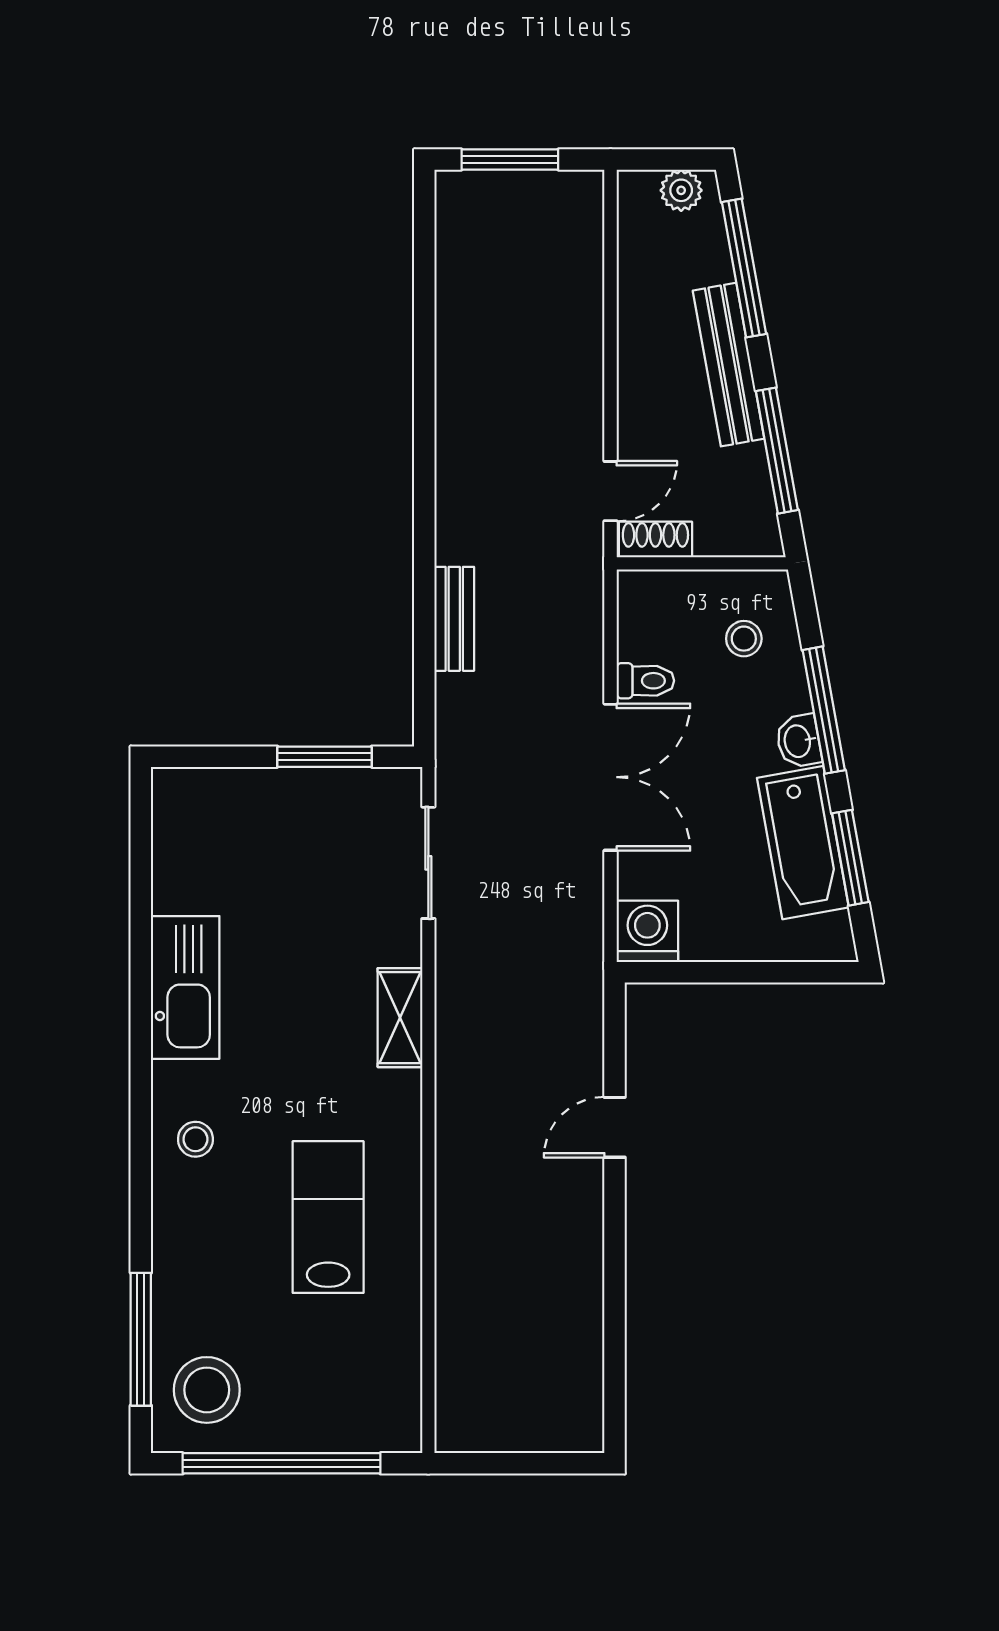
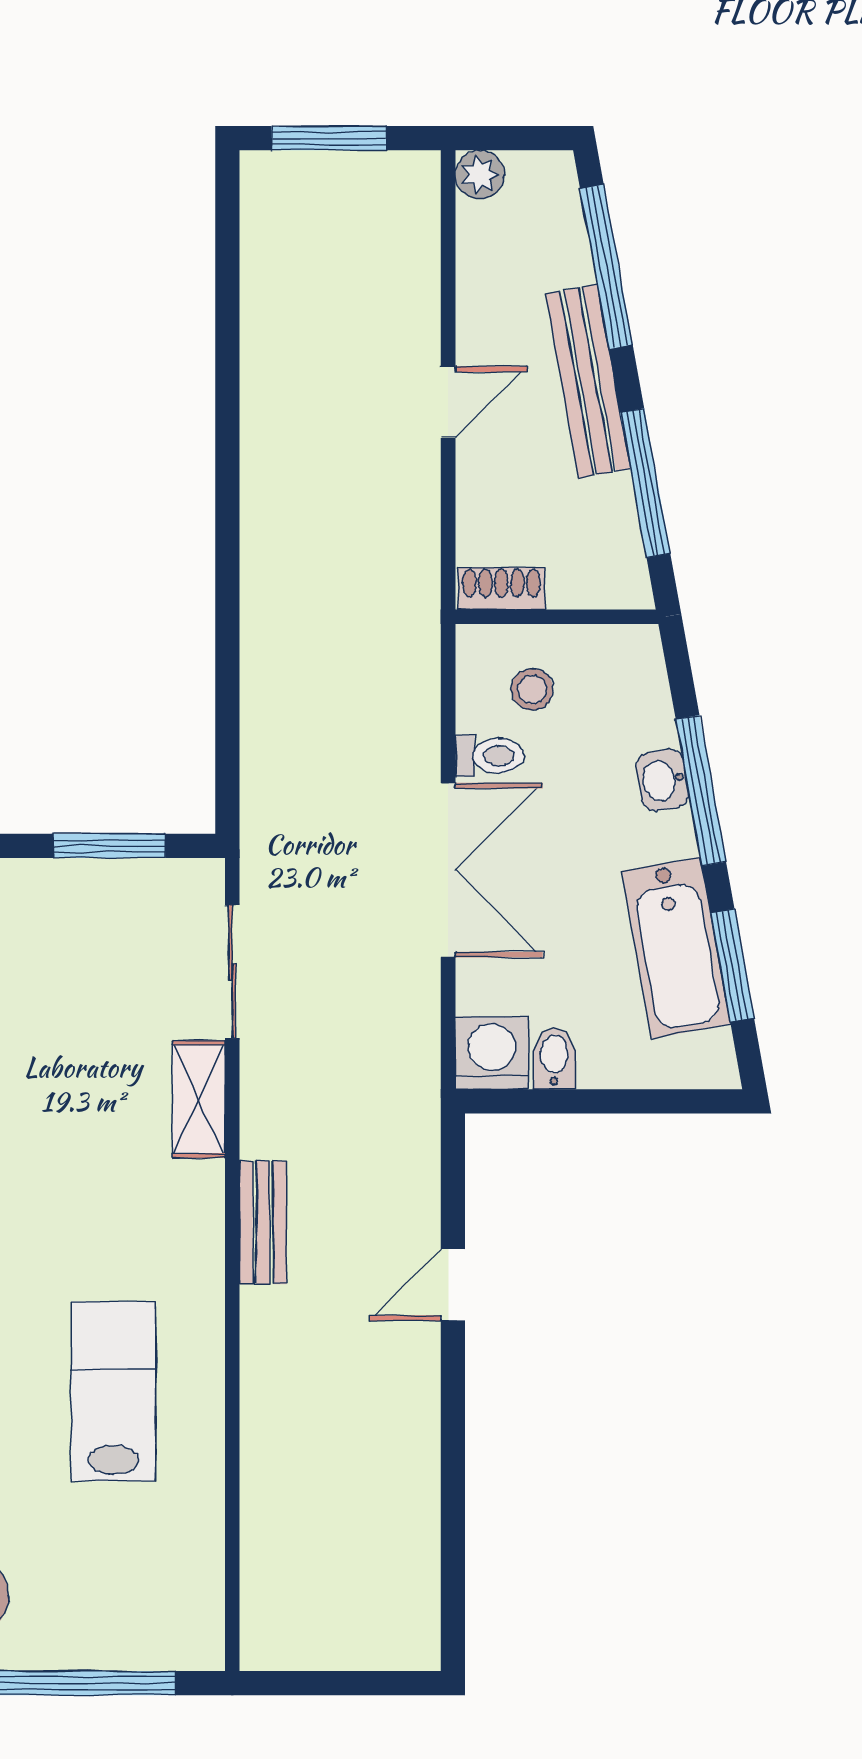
plant: (681, 190) -> (480, 175), moved
door: (611, 491) -> (448, 402), moved
bench: (454, 619) -> (263, 1223), moved
stool: (744, 639) -> (532, 689), moved
washbasin: (799, 741) -> (662, 780), moved
bidet: (700, 936) -> (554, 1058), added
shelving: (400, 1018) -> (199, 1099), moved

